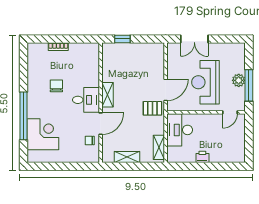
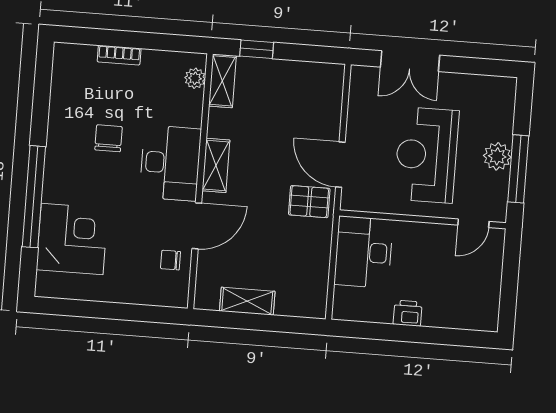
plant: (95, 55) -> (195, 78), added
door: (166, 90) -> (340, 165), swing flipped
desk: (86, 100) -> (170, 163), width x1.37
shelving: (159, 147) -> (222, 81), moved

